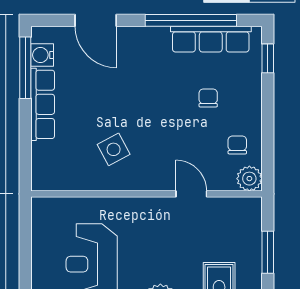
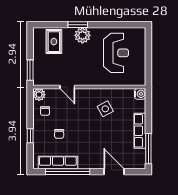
water cooler: (42, 55) -> (140, 94), moved
window: (268, 58) -> (30, 136), moved
window: (268, 252) -> (30, 70), moved

